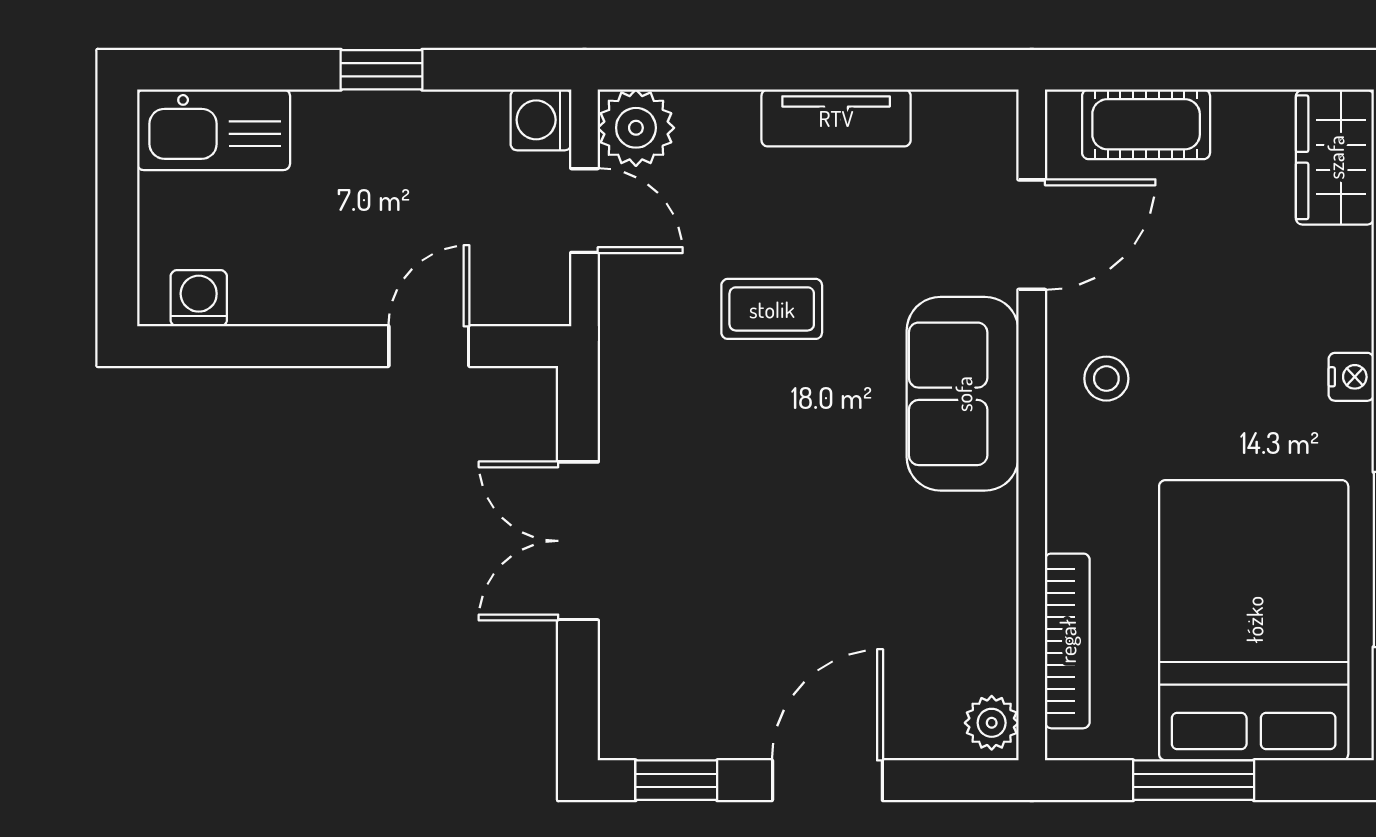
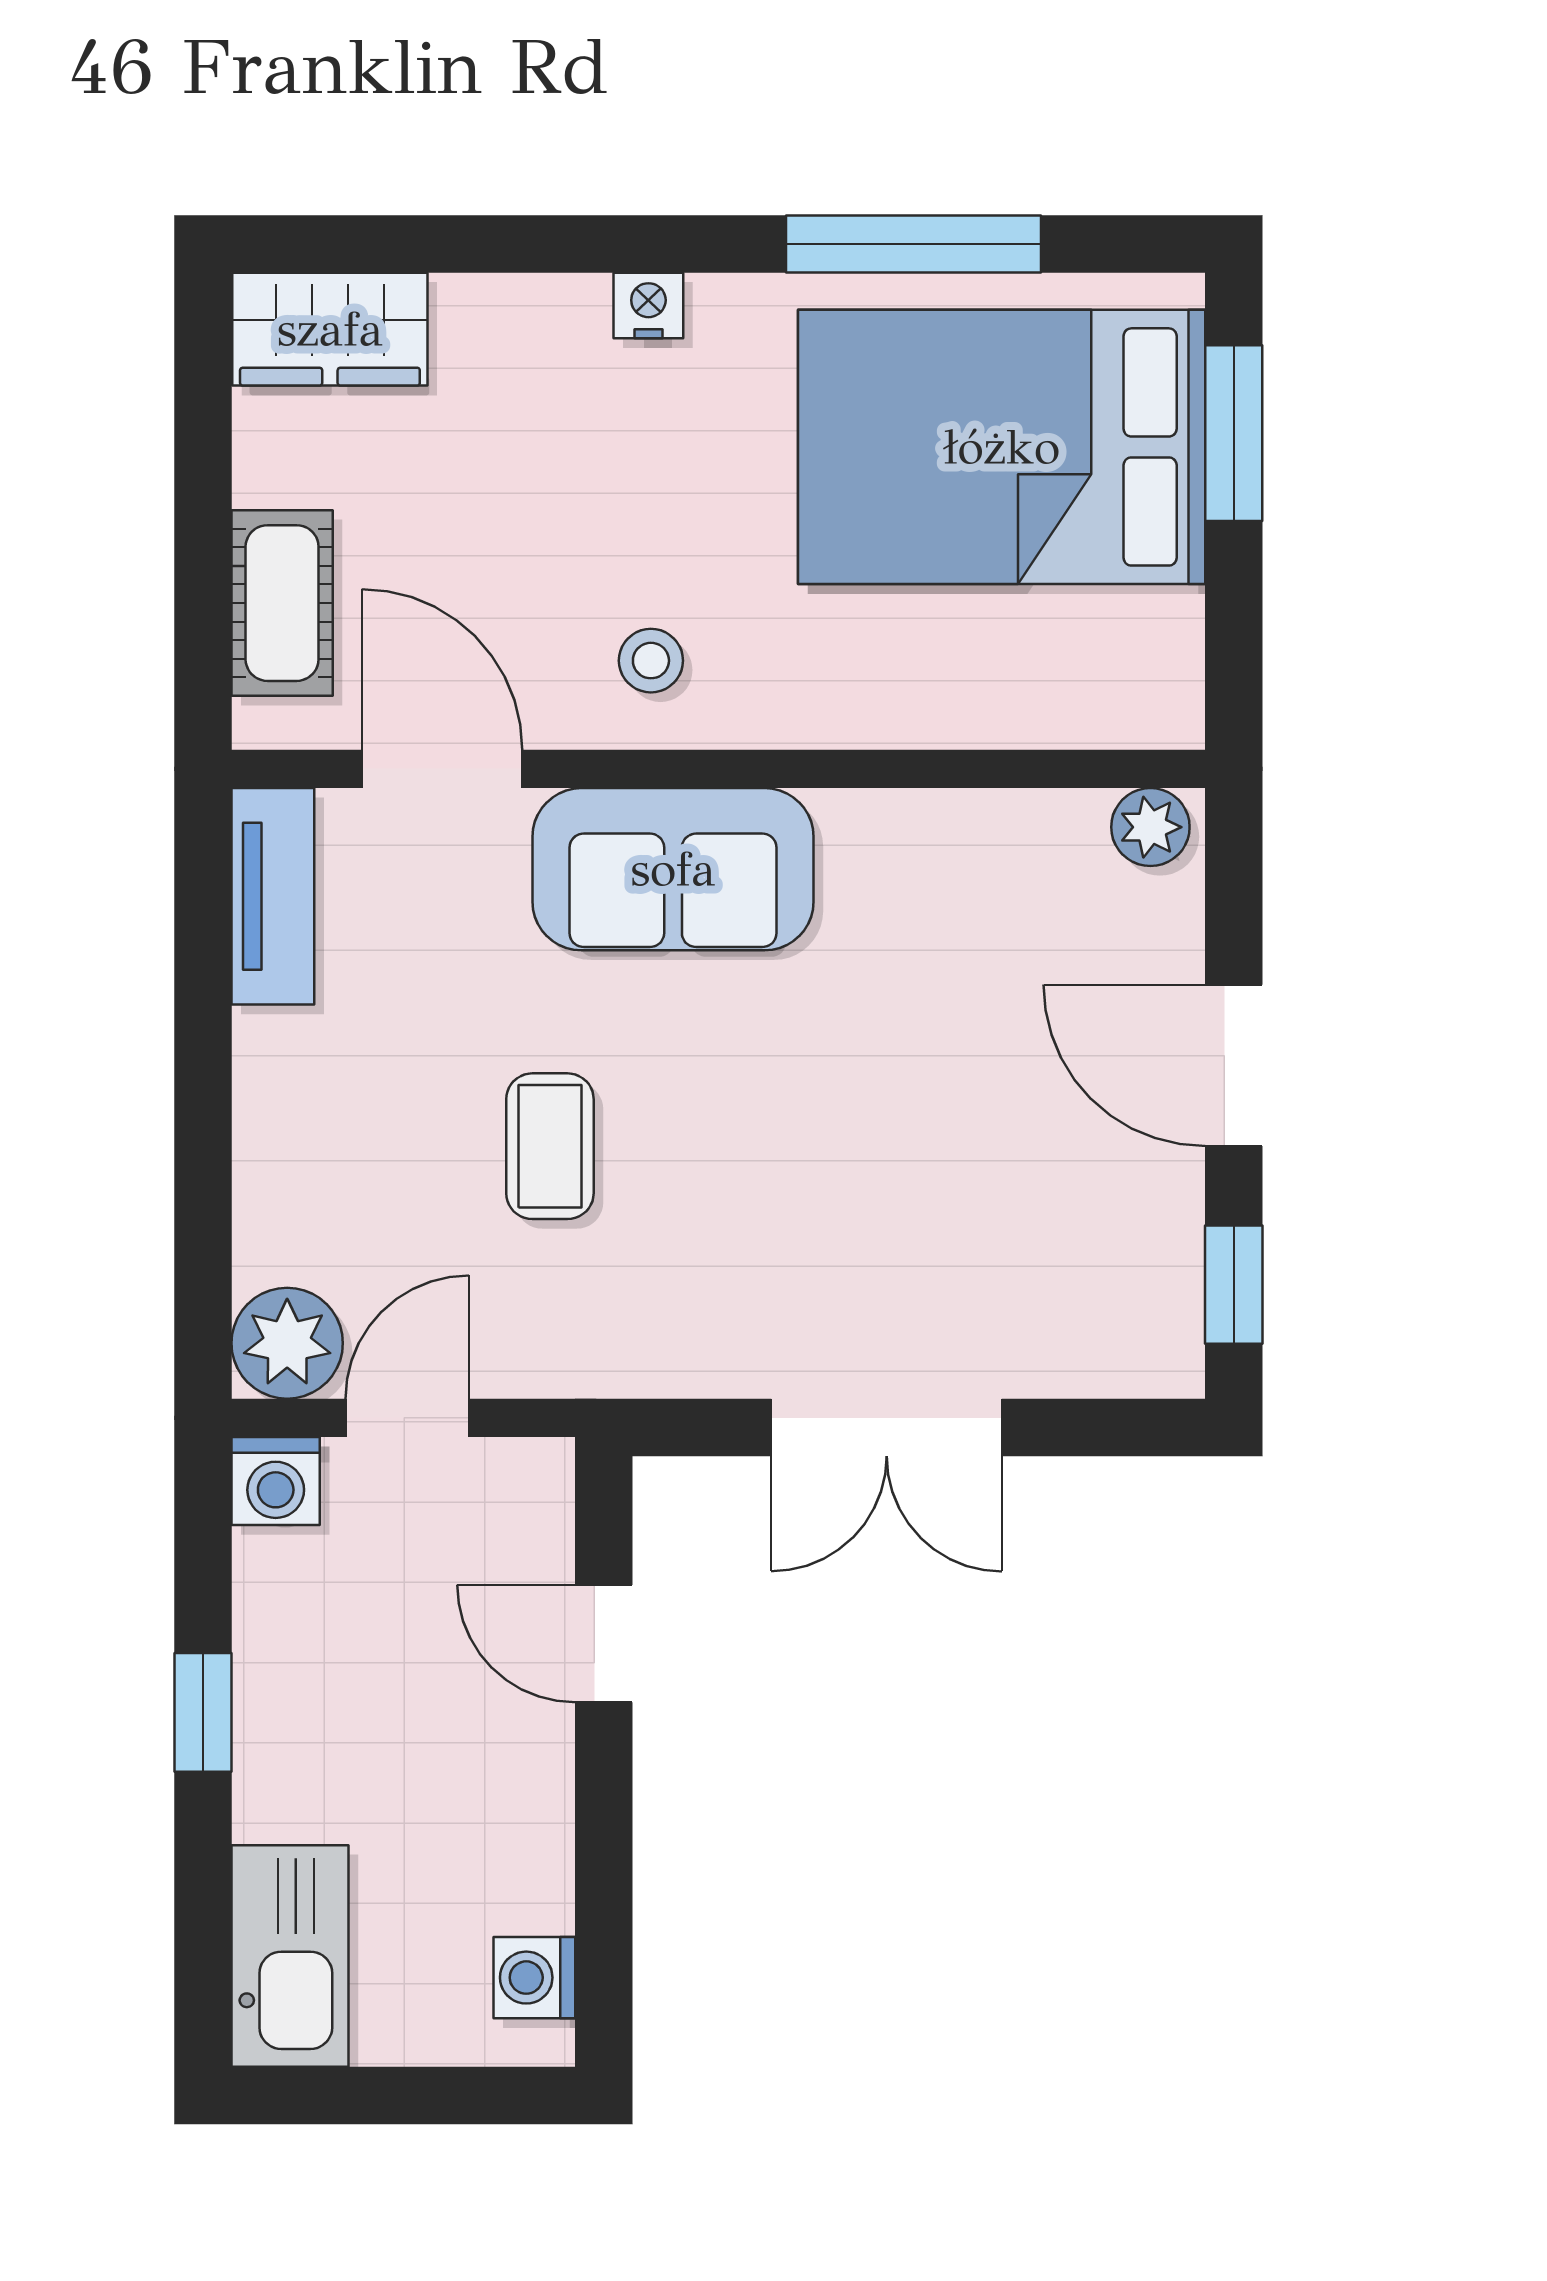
tv unit: (836, 118) -> (273, 896), moved
bookcase: (1067, 641) -> (1032, 717), removed
window: (1194, 780) -> (1234, 433), moved

